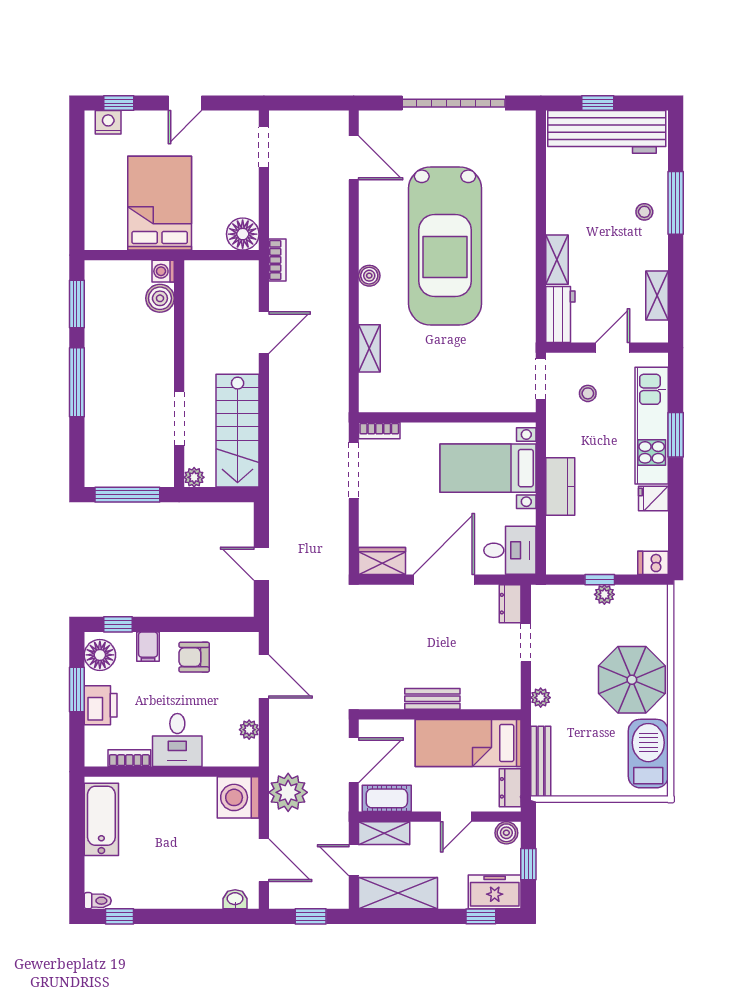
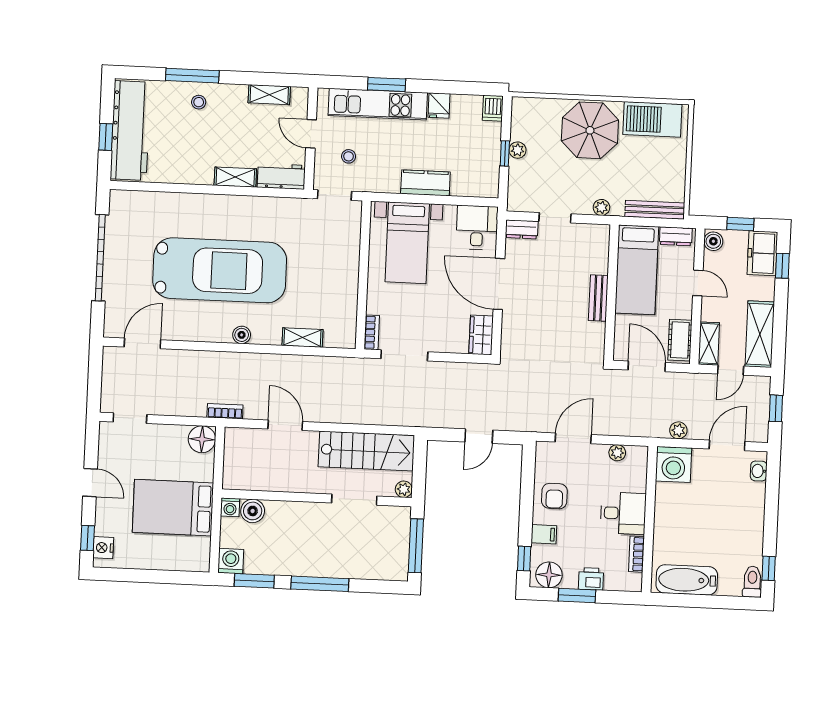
washing machine: (99, 275) -> (231, 561), added
printer: (101, 705) -> (591, 579), width x0.73, depth x0.81
plant: (288, 792) -> (678, 430), width x0.53, depth x0.53
toilet: (98, 901) -> (752, 582), width x1.37, depth x1.39

